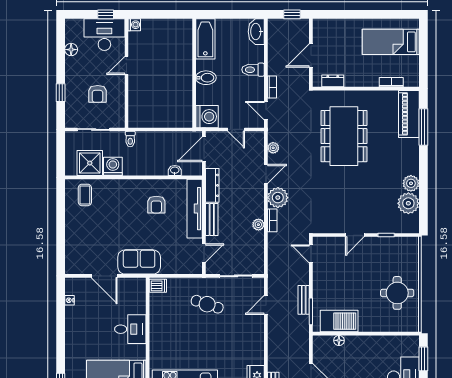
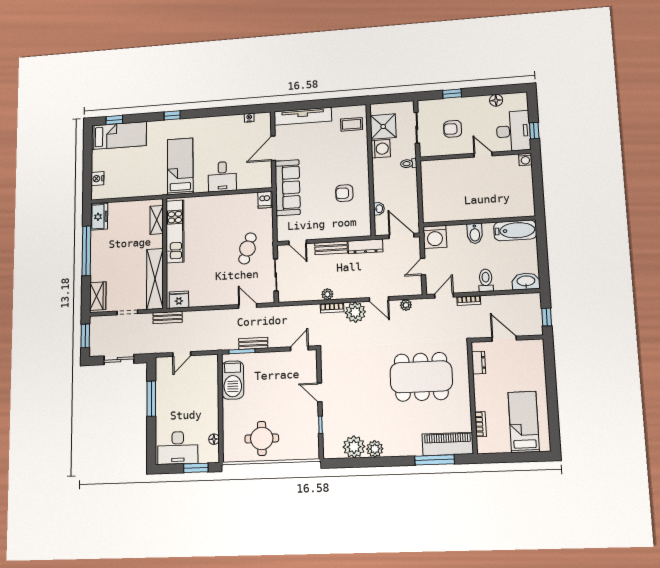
tv unit: (195, 209) -> (303, 116), moved, turned 180
sofa: (139, 262) -> (288, 188), width x1.36
floor lamp: (339, 340) -> (214, 439), moved

